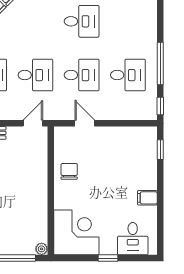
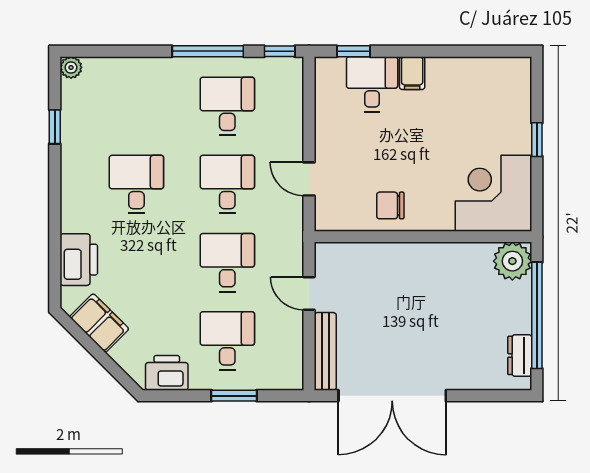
door: (33, 123) -> (309, 293), moved
door: (85, 123) -> (309, 179), hinge flipped
filing cabinet: (147, 198) -> (412, 73), moved
desk: (133, 239) -> (372, 84), moved, turned -90
plant: (42, 249) -> (512, 261), width x1.88, depth x1.88

